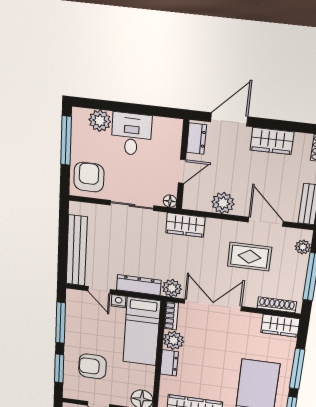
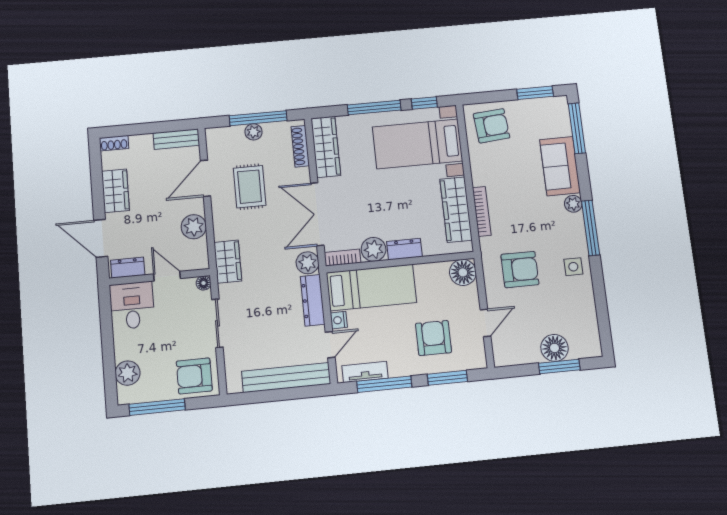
desk: (131, 134) -> (132, 305), moved, turned 90
plant: (303, 247) -> (254, 132), moved
tv unit: (72, 311) -> (365, 372), added
wardrobe: (280, 326) -> (326, 147), width x1.50
armchair: (92, 366) -> (433, 338), turned 180

